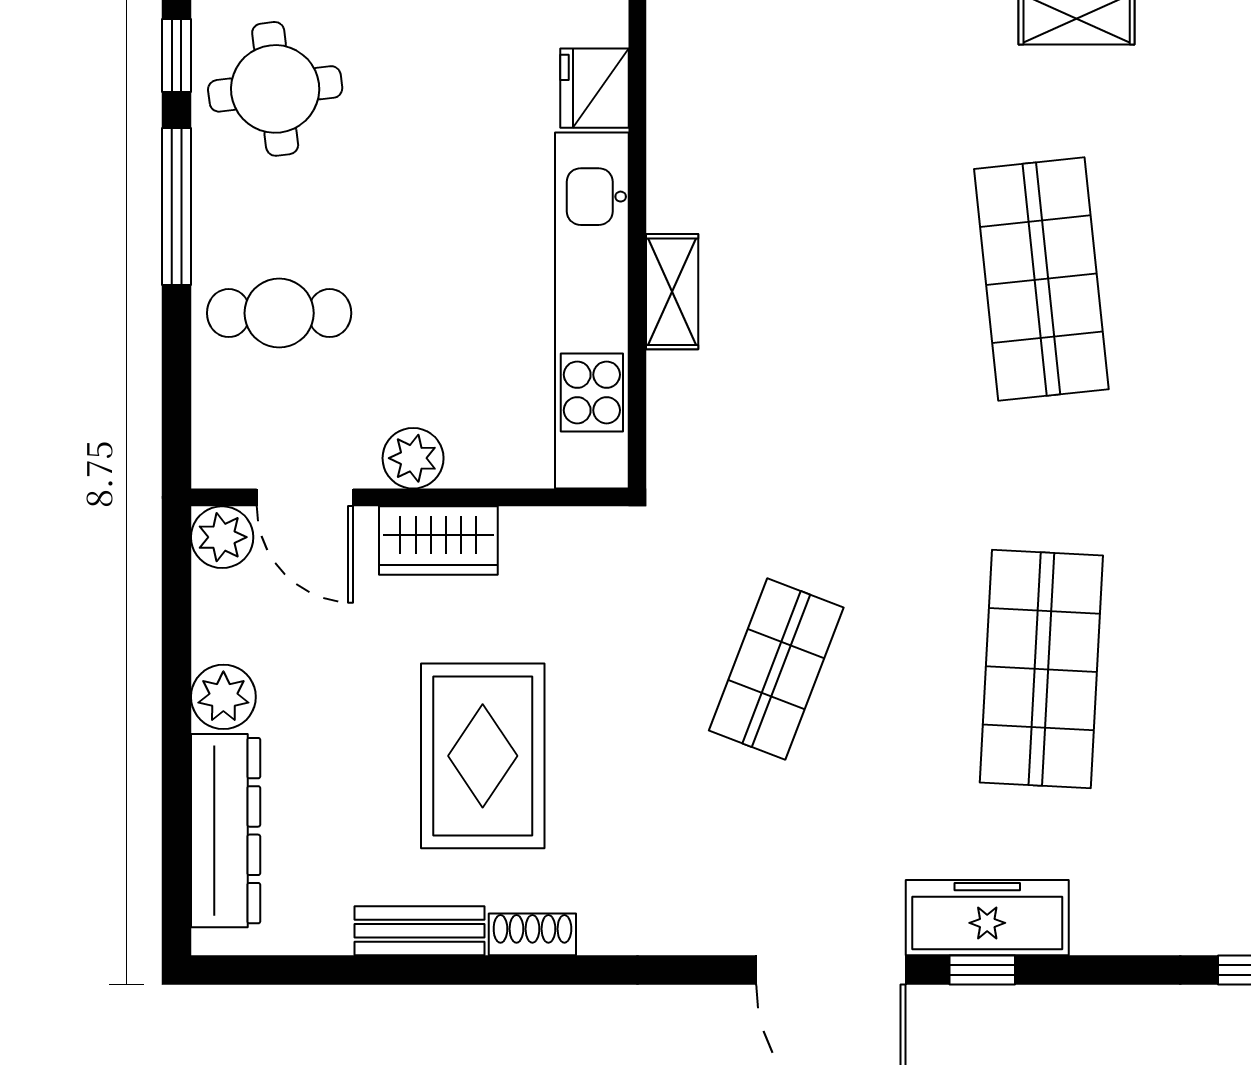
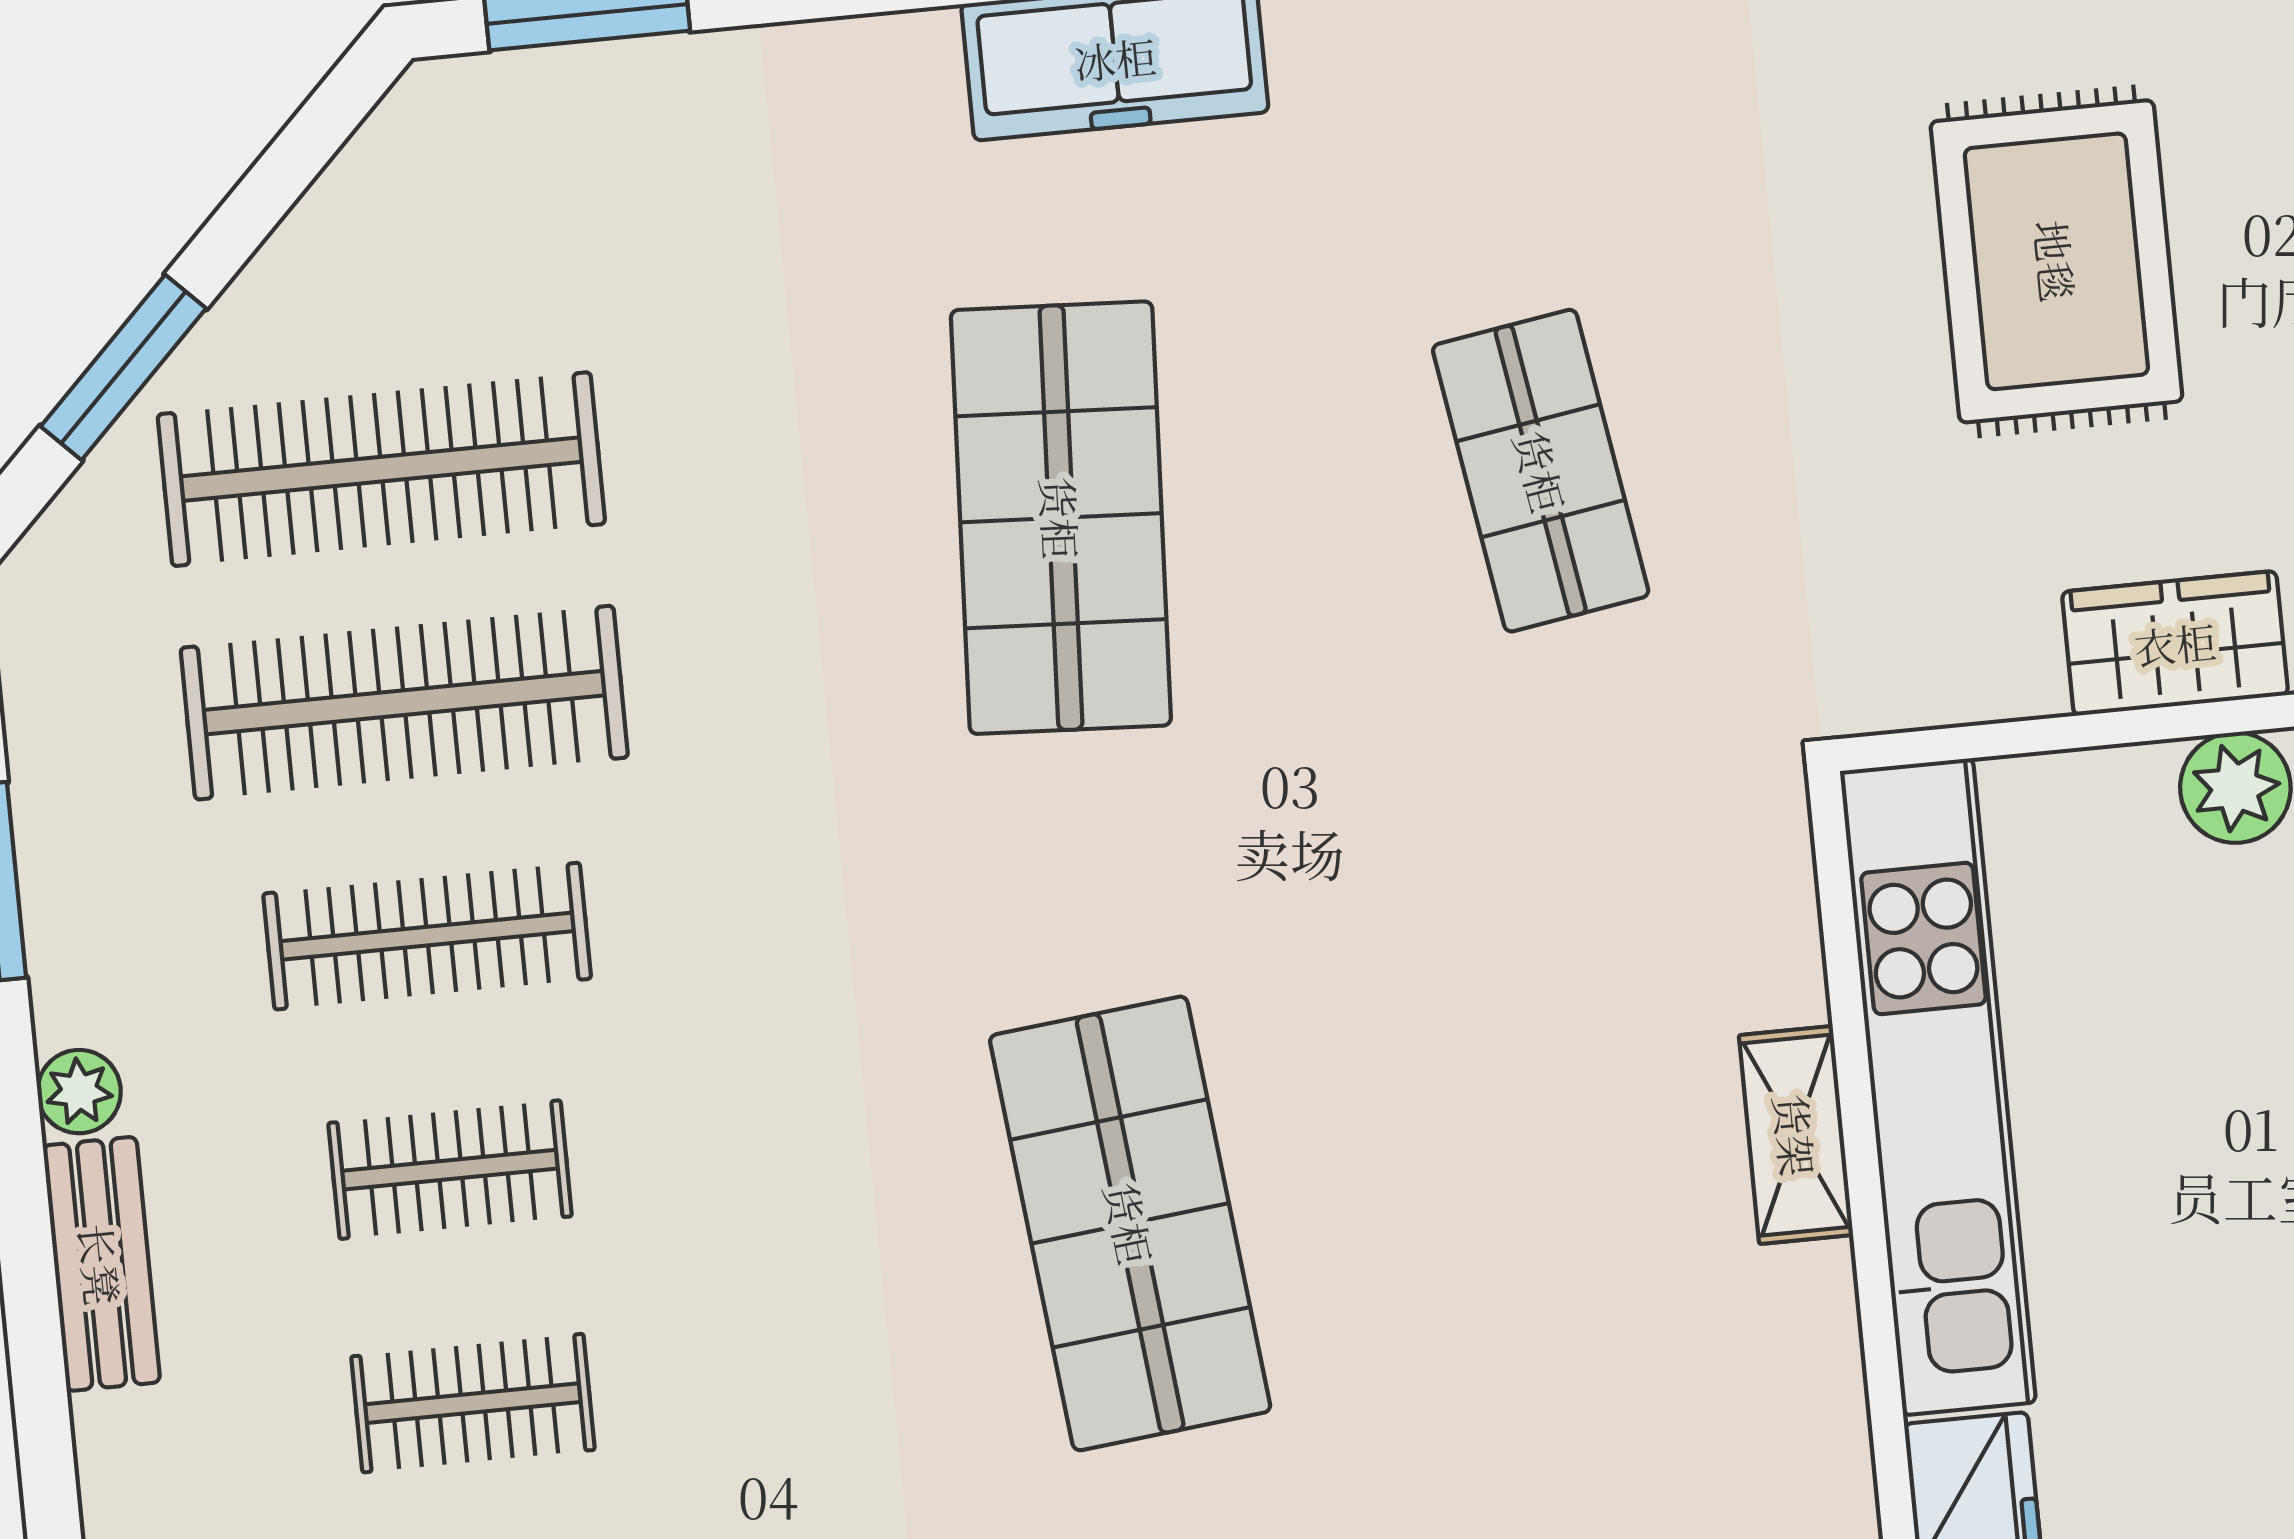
shop shelf: (776, 669) -> (1541, 471), turned -30

